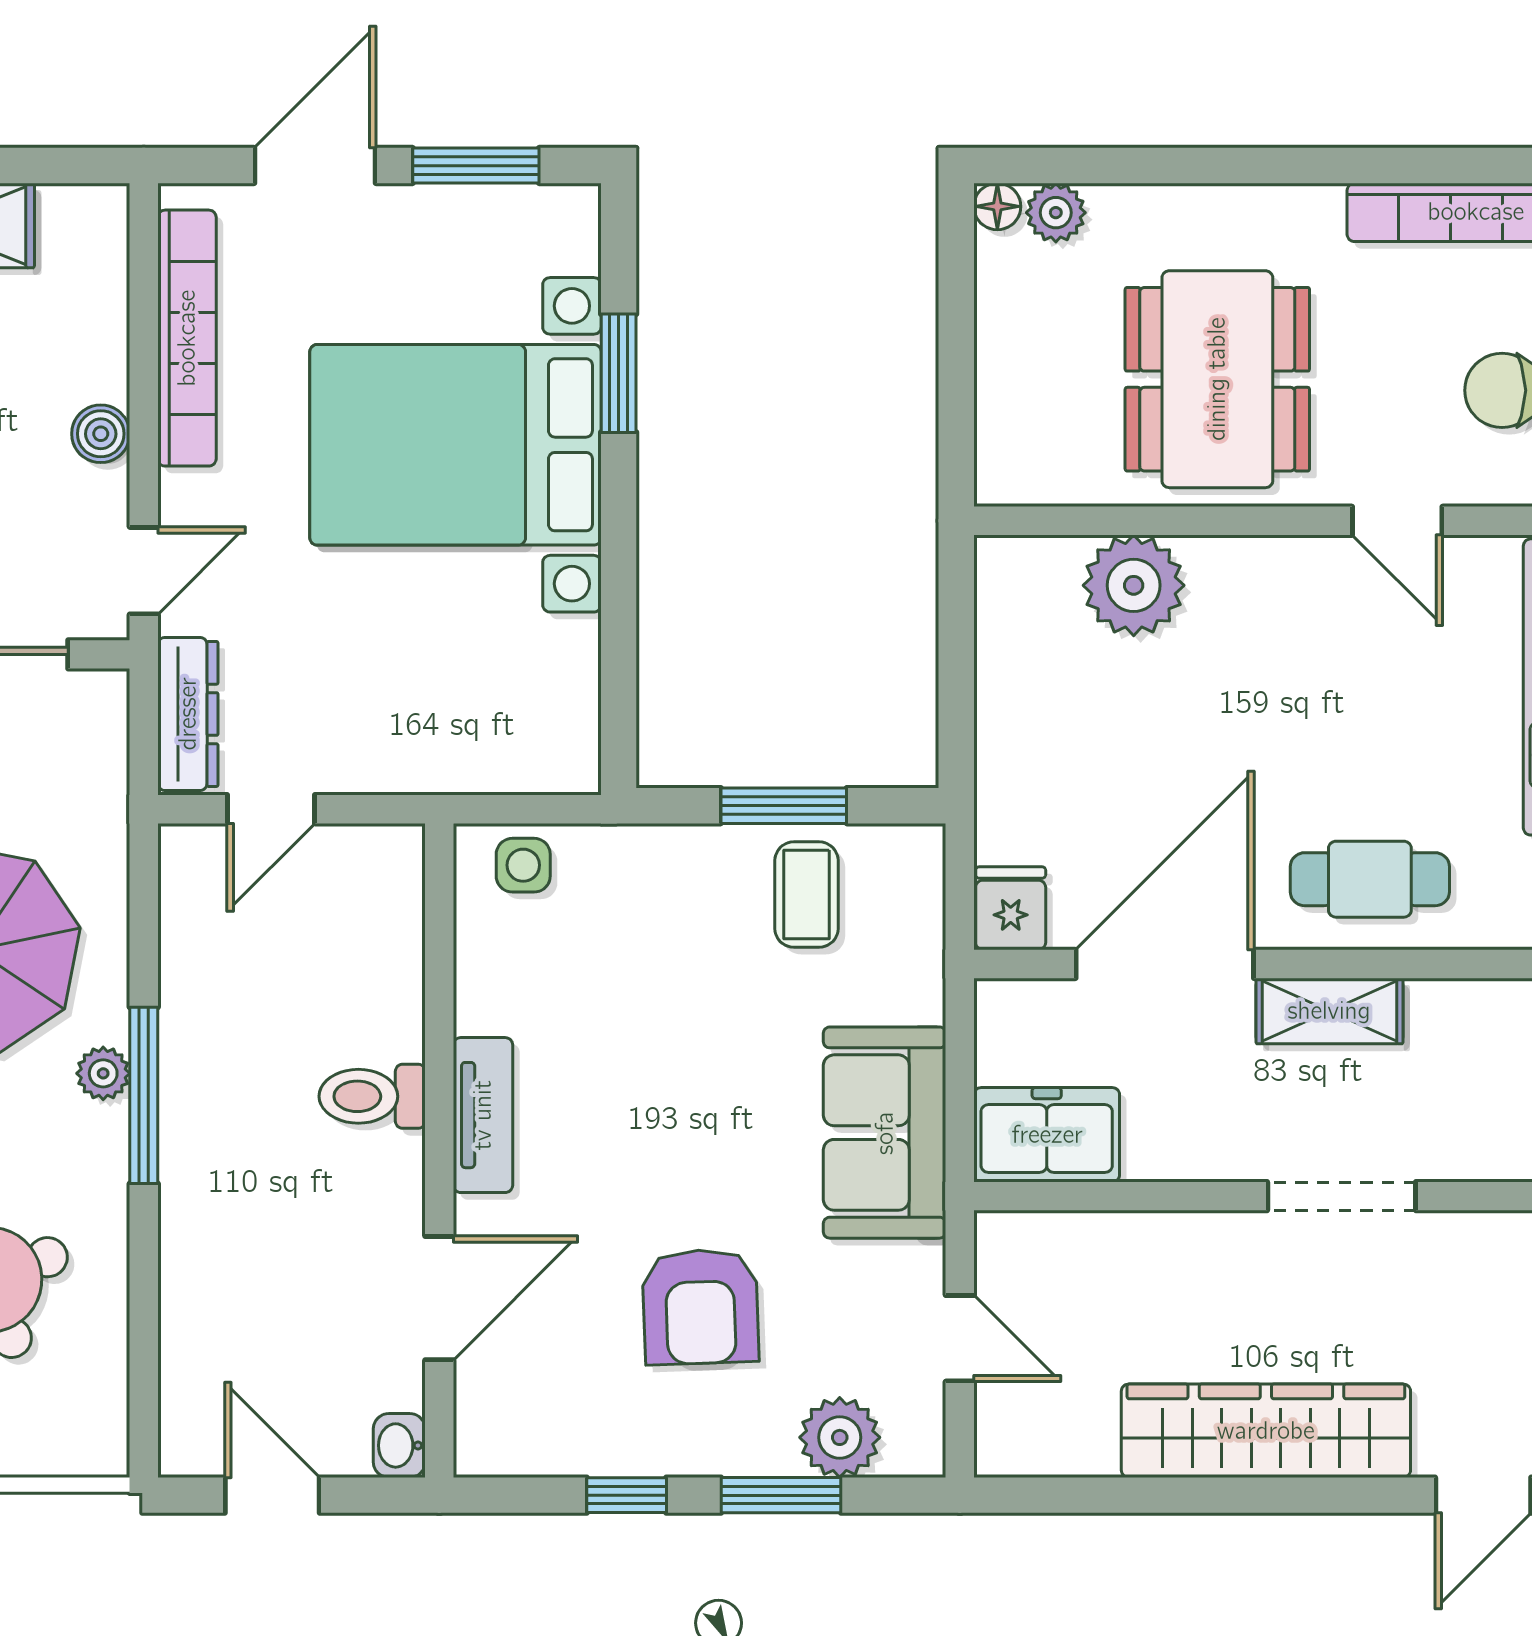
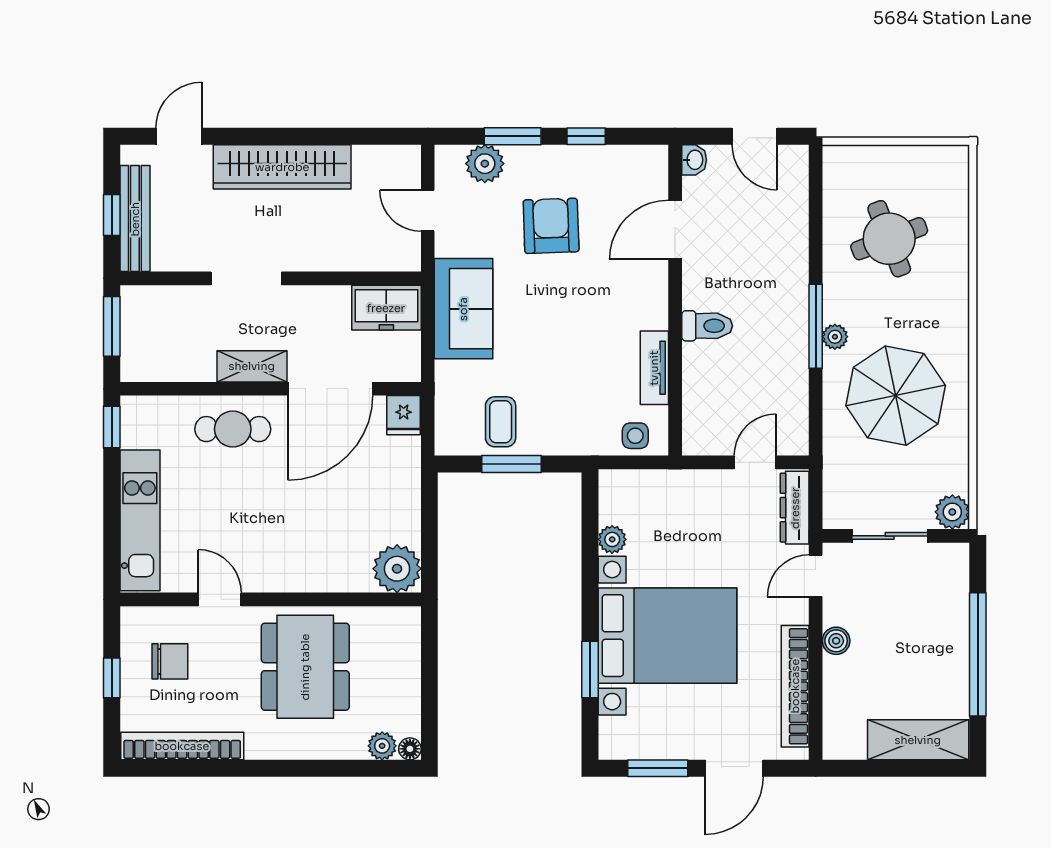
plant: (1134, 585) -> (397, 569), moved
plant: (572, 647) -> (612, 539), added
tv unit: (483, 1115) -> (654, 368), moved

